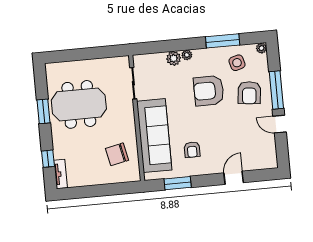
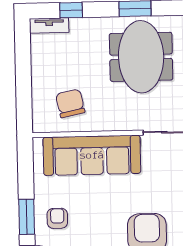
armchair: (192, 150) -> (57, 218), moved, turned 90
window: (178, 183) -> (27, 217), moved

